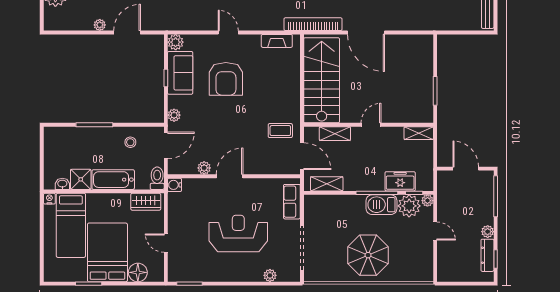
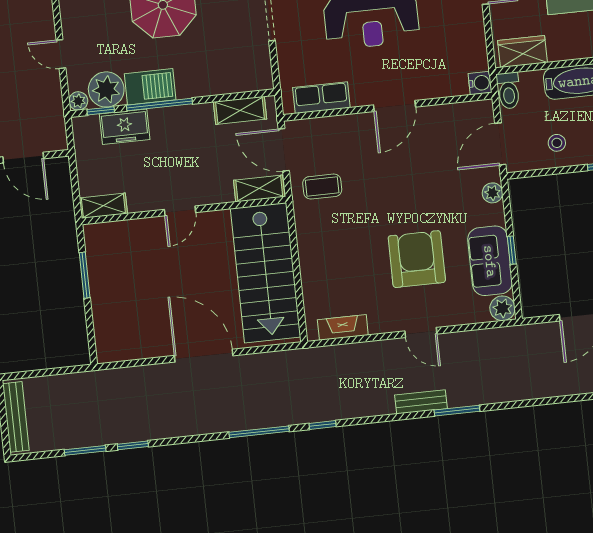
bookcase: (313, 24) -> (289, 360), removed
shelving: (335, 134) -> (259, 188), moved
plant: (204, 168) -> (436, 115), removed
row of seats: (292, 202) -> (321, 98), moved, turned -90

